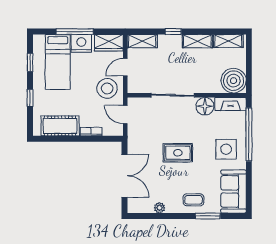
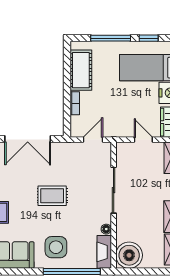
stool: (107, 88) -> (121, 120), removed
window: (30, 98) -> (111, 38), width x2.17
floor lamp: (205, 106) -> (106, 229), width x0.53, depth x0.53
rug: (178, 153) -> (52, 196), turned 90

